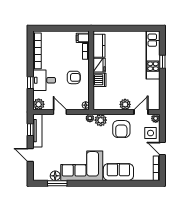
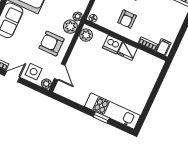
kitchen counter: (99, 46) -> (148, 60), removed
plant: (125, 104) -> (86, 35), moved

